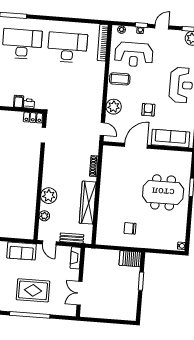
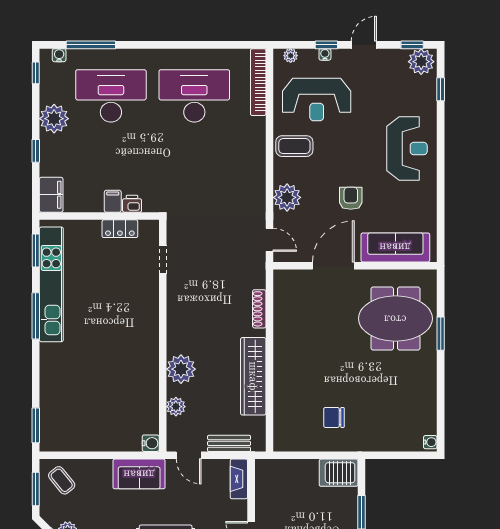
locker: (33, 118) -> (120, 229), moved
meeting table: (163, 192) -> (395, 319), moved
water cooler: (29, 235) -> (151, 443), added

